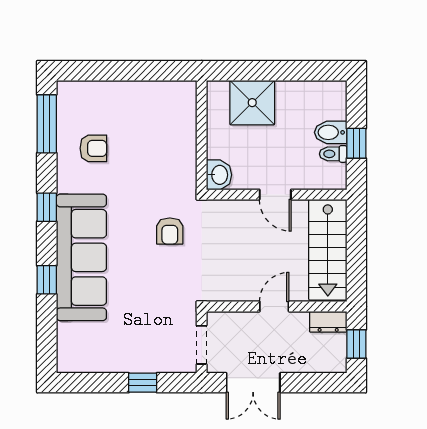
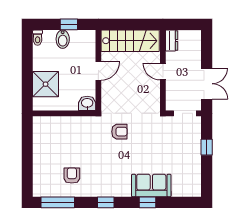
toilet: (333, 154) -> (38, 38), moved
sofa: (81, 257) -> (151, 185), width x0.54, depth x0.79
window: (356, 344) -> (184, 24), removed

